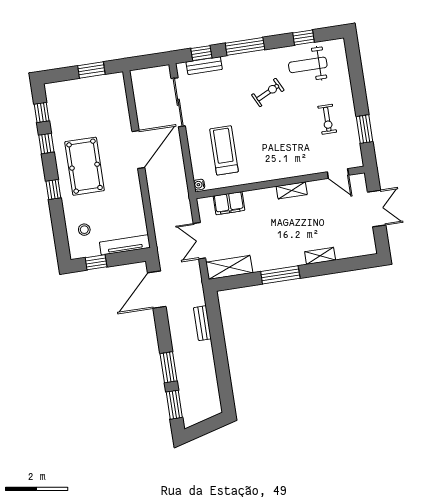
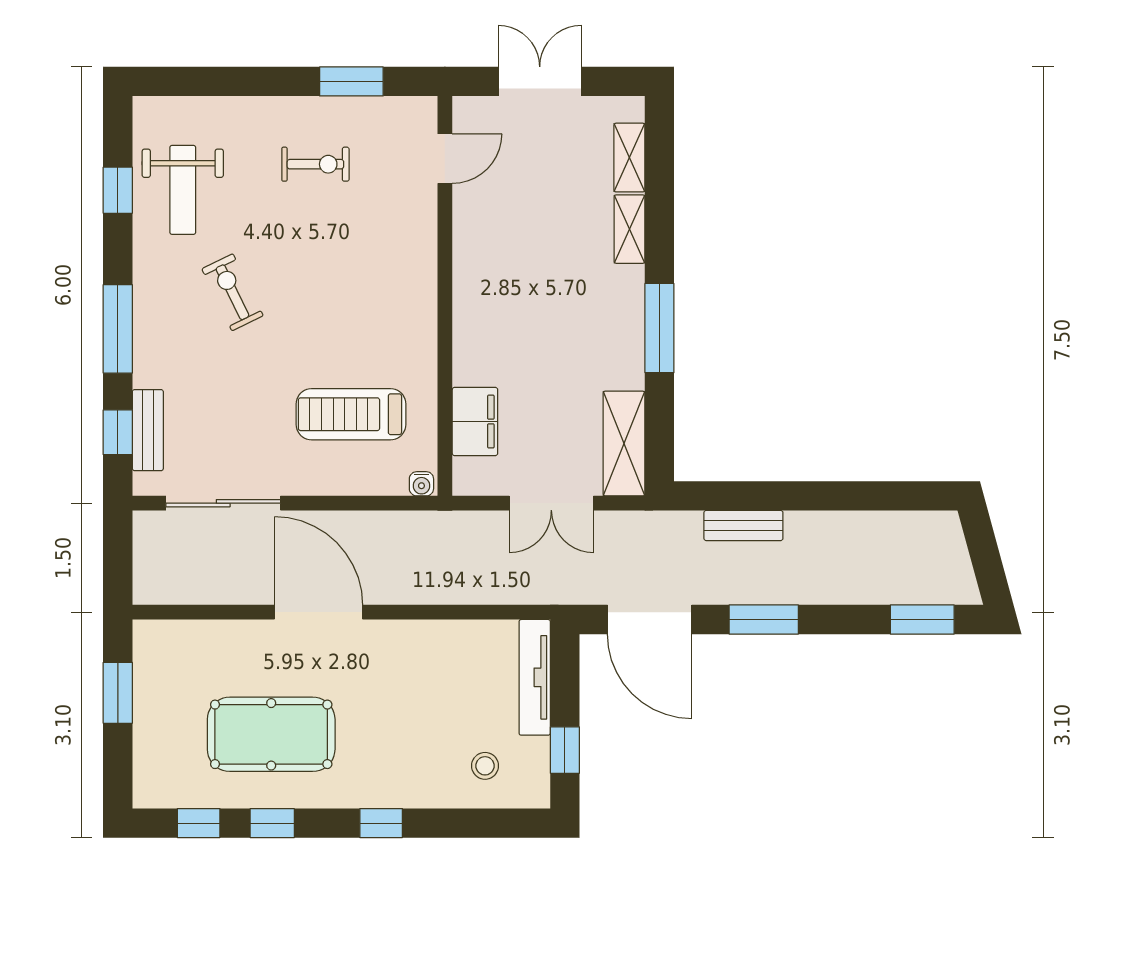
pool table: (85, 166) -> (271, 734), moved
shelving: (292, 190) -> (629, 158), moved
window: (169, 367) -> (764, 619), moved

